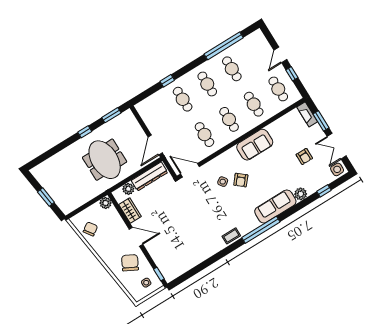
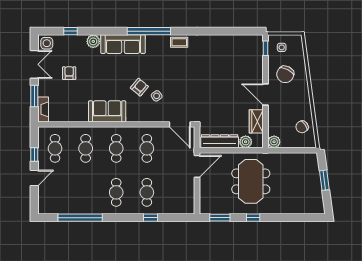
cafe table: (232, 69) -> (86, 192), removed

